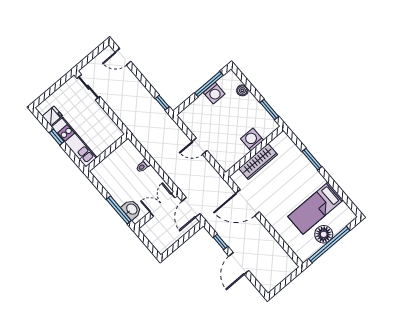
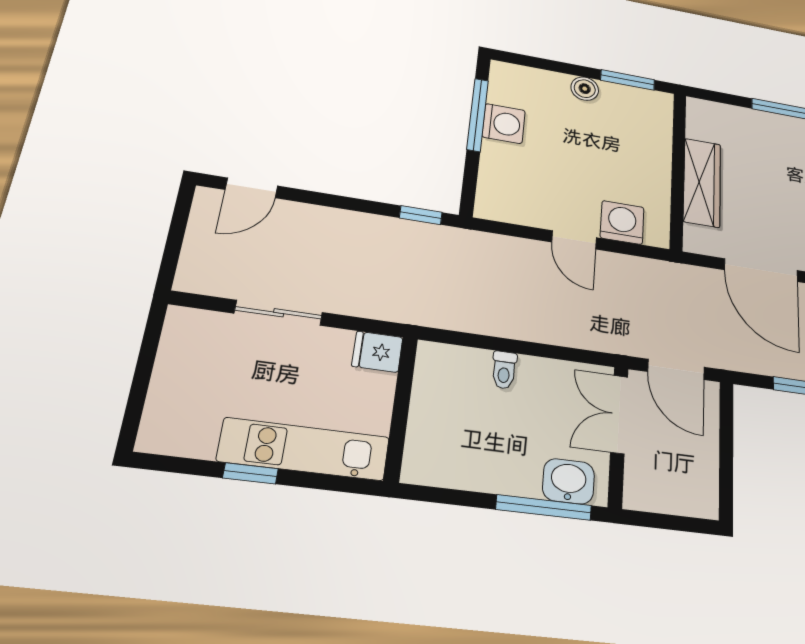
sliding door: (88, 87) -> (279, 313), moved
boiler: (242, 90) -> (585, 89), moved
fridge: (52, 116) -> (377, 352), moved, turned -90
washing machine: (252, 139) -> (622, 222), moved, turned 90
door: (199, 146) -> (574, 240), hinge flipped
door: (248, 203) -> (761, 270), hinge flipped

